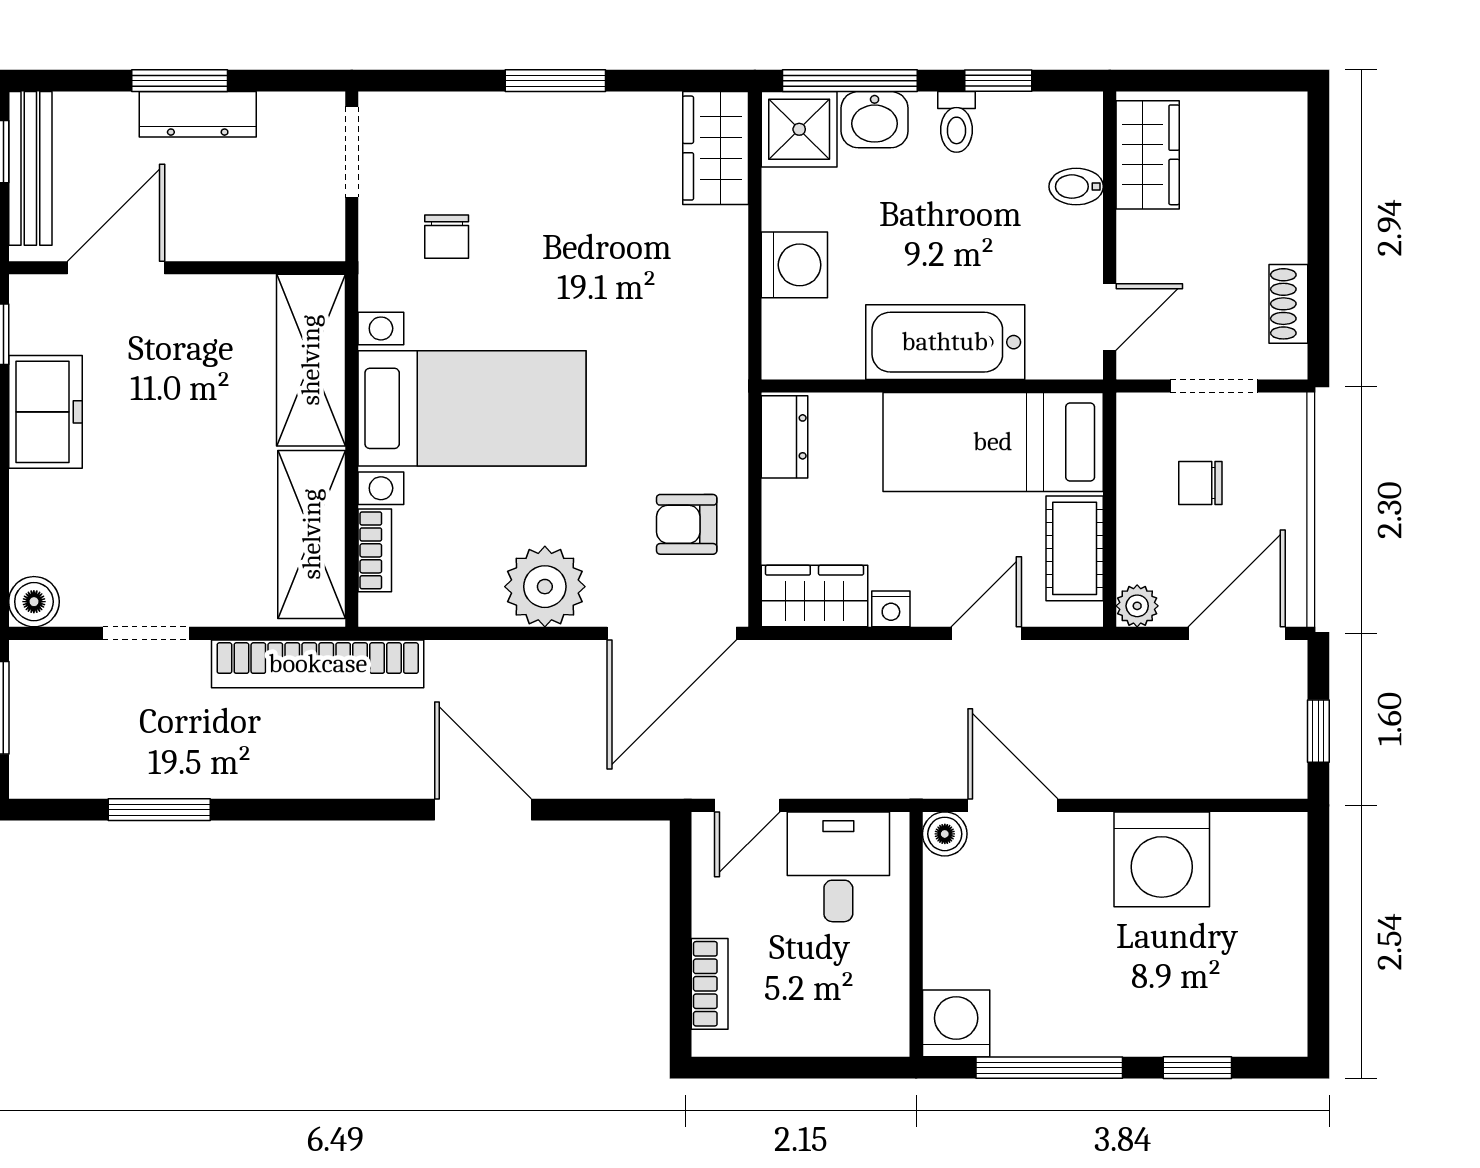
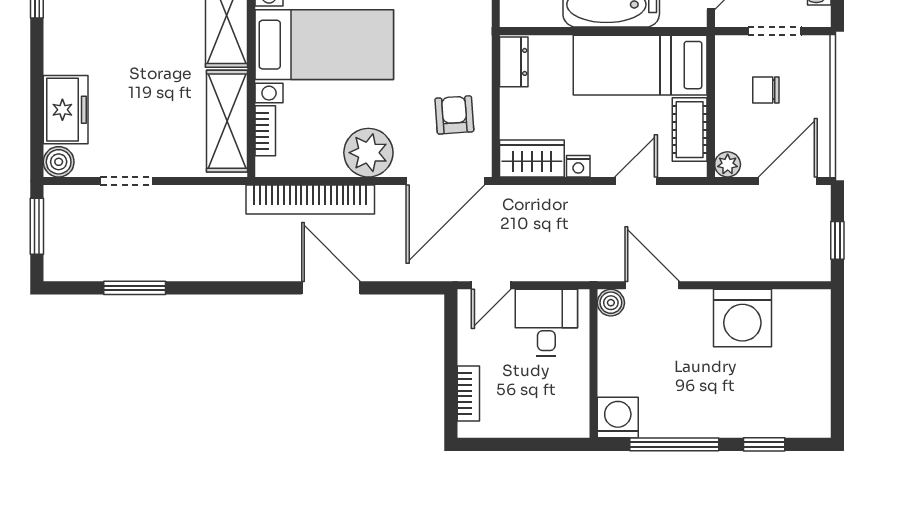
freezer: (45, 412) -> (66, 110), moved
armchair: (687, 524) -> (454, 115), turned 86
bookcase: (318, 664) -> (310, 200), moved

